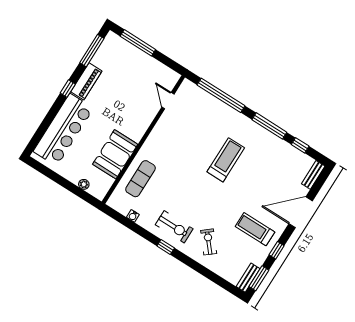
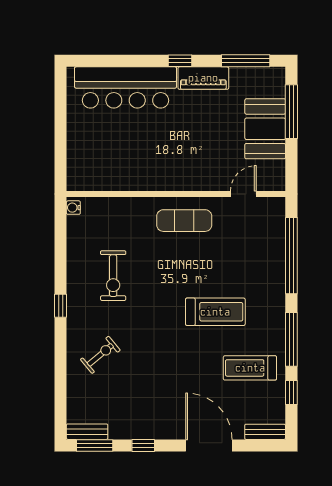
booth: (115, 154) -> (265, 129), moved, turned 90
exercise mat: (140, 179) -> (184, 221), moved
plant: (84, 184) -> (74, 156), removed
water cooler: (133, 216) -> (73, 208), moved
exercise bike: (174, 227) -> (113, 276), moved
treadmill: (255, 229) -> (250, 368), moved, turned -90

